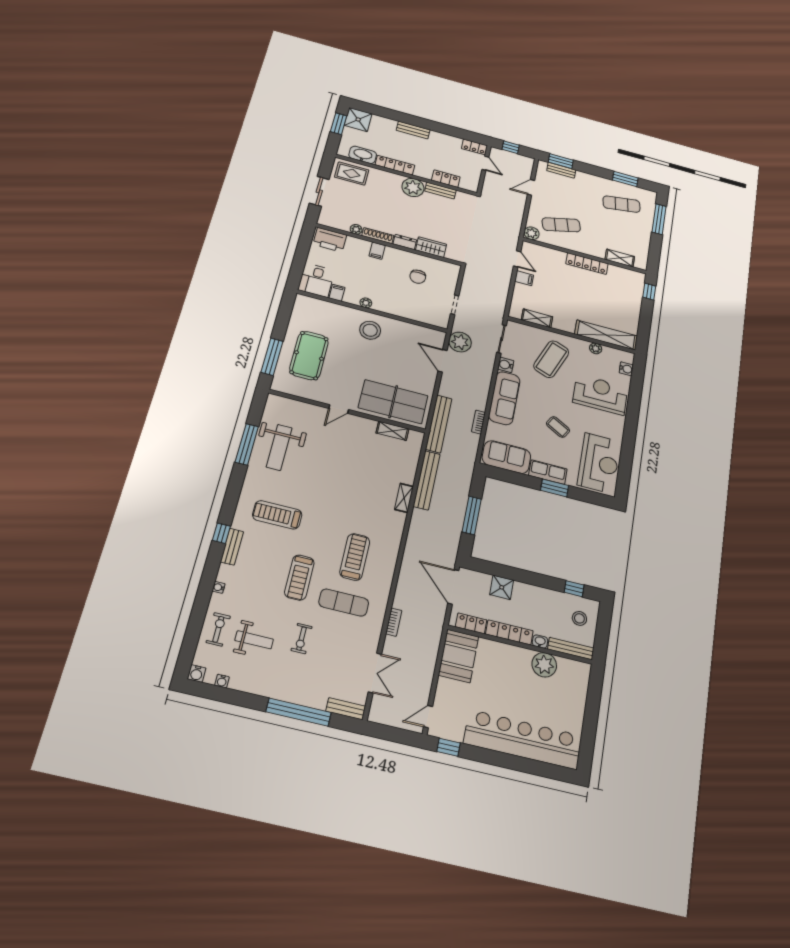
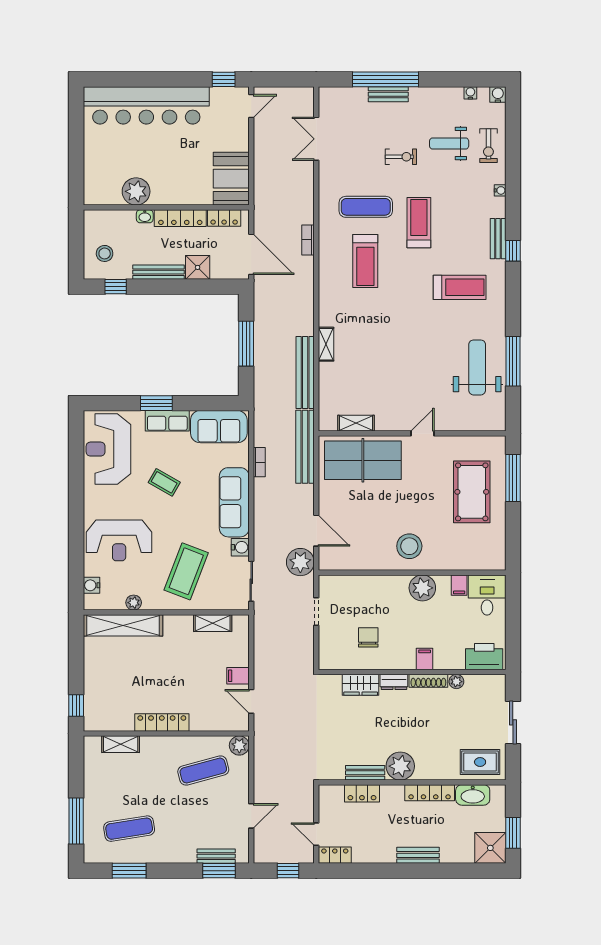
plant: (366, 303) -> (422, 588), width x1.88, depth x1.88
bookcase: (394, 622) -> (308, 240), moved
exercise bike: (302, 639) -> (401, 157), turned 90
bench: (571, 649) -> (158, 272), moved
bench: (346, 709) -> (388, 94), moved

